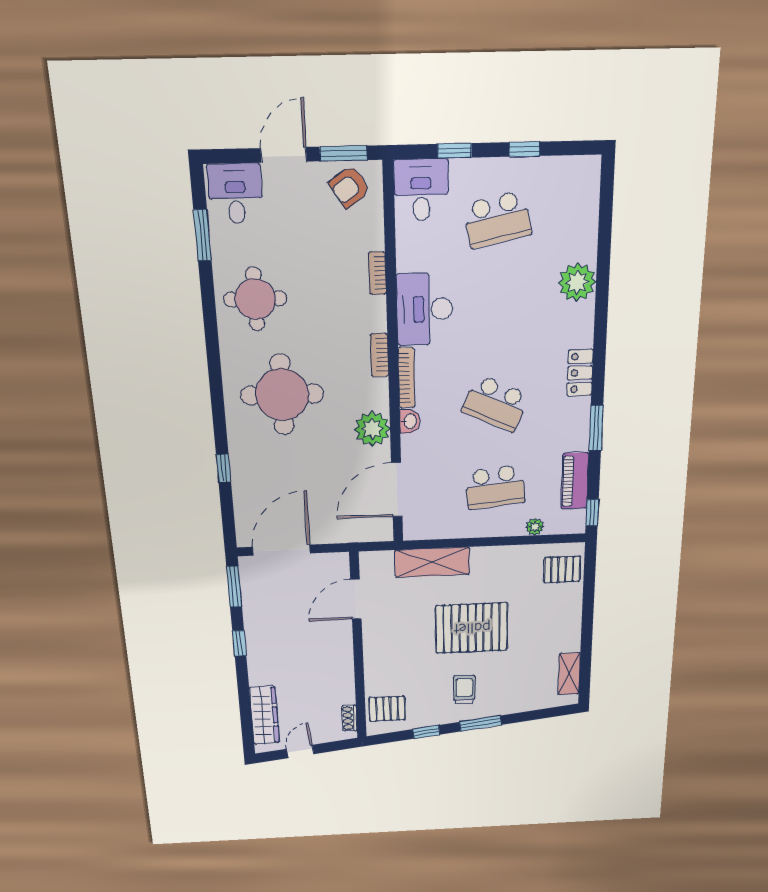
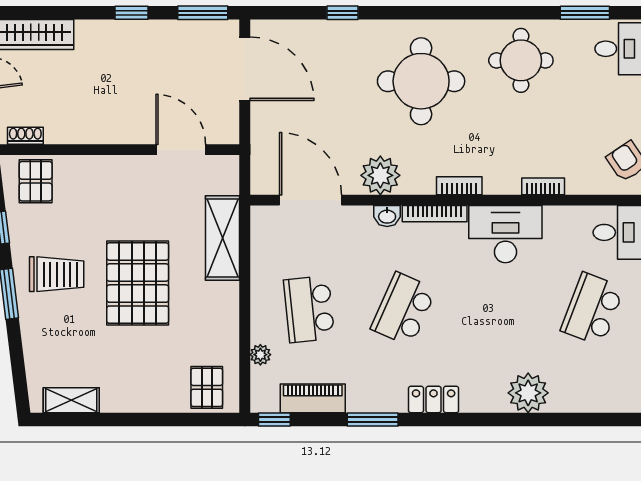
school desk: (497, 220) -> (592, 309), turned 33
trolley: (464, 690) -> (57, 274), width x1.36, depth x1.39

